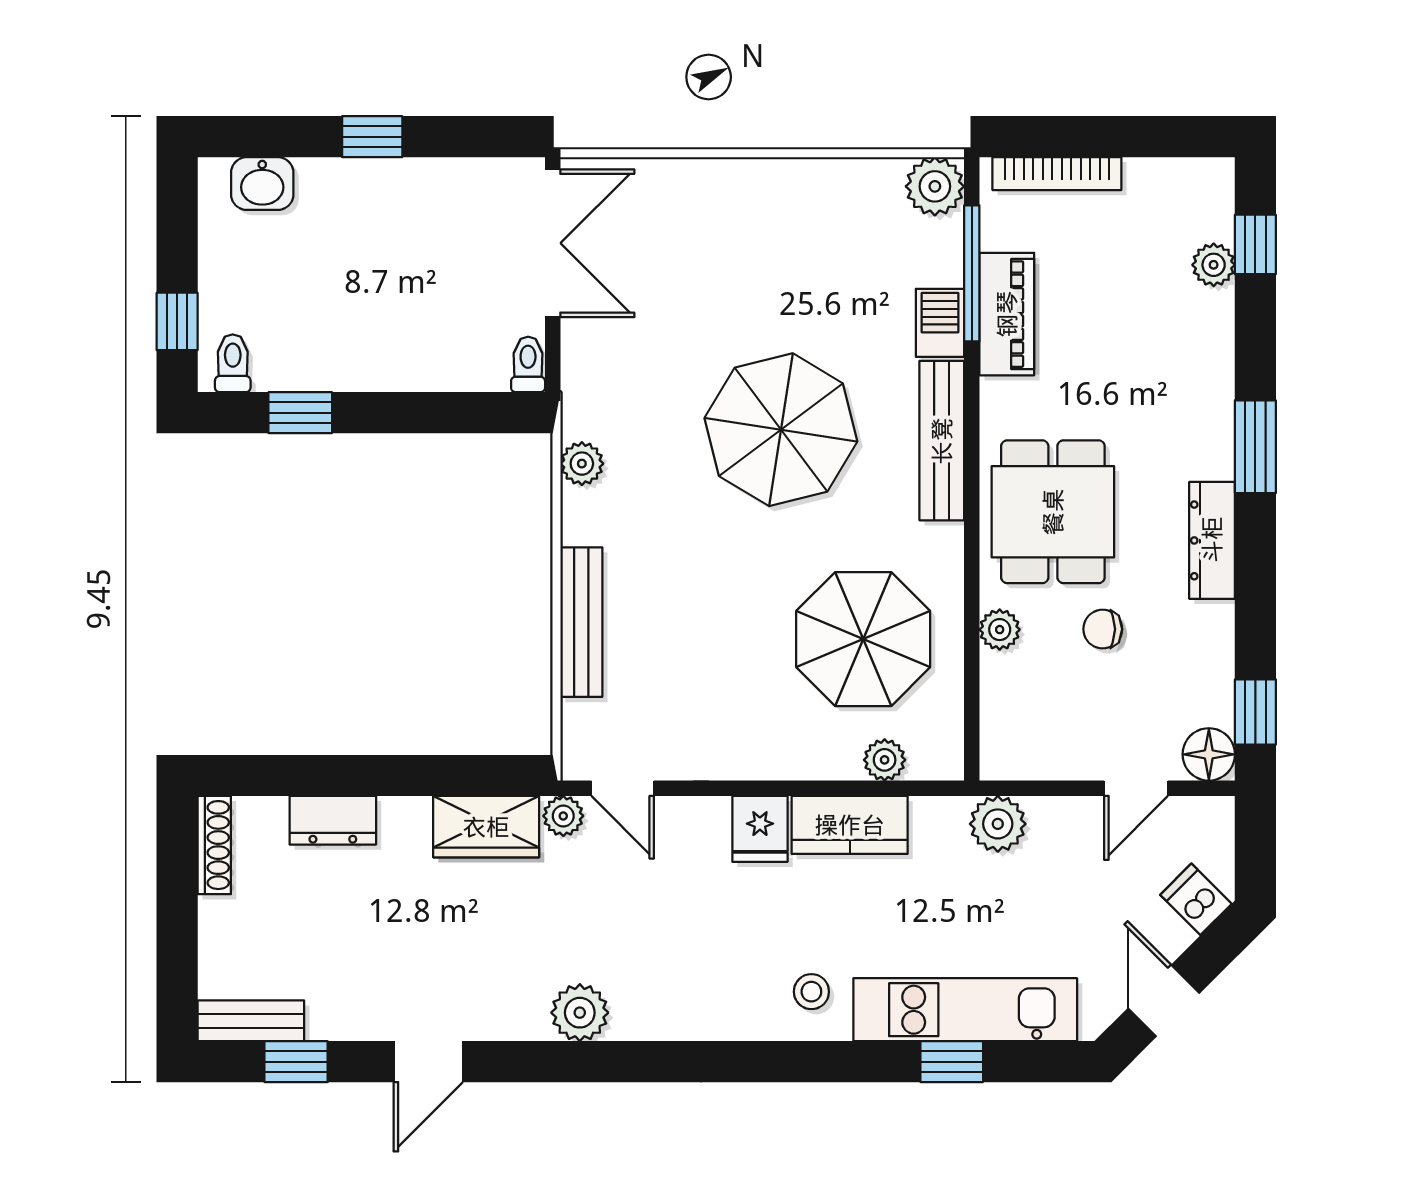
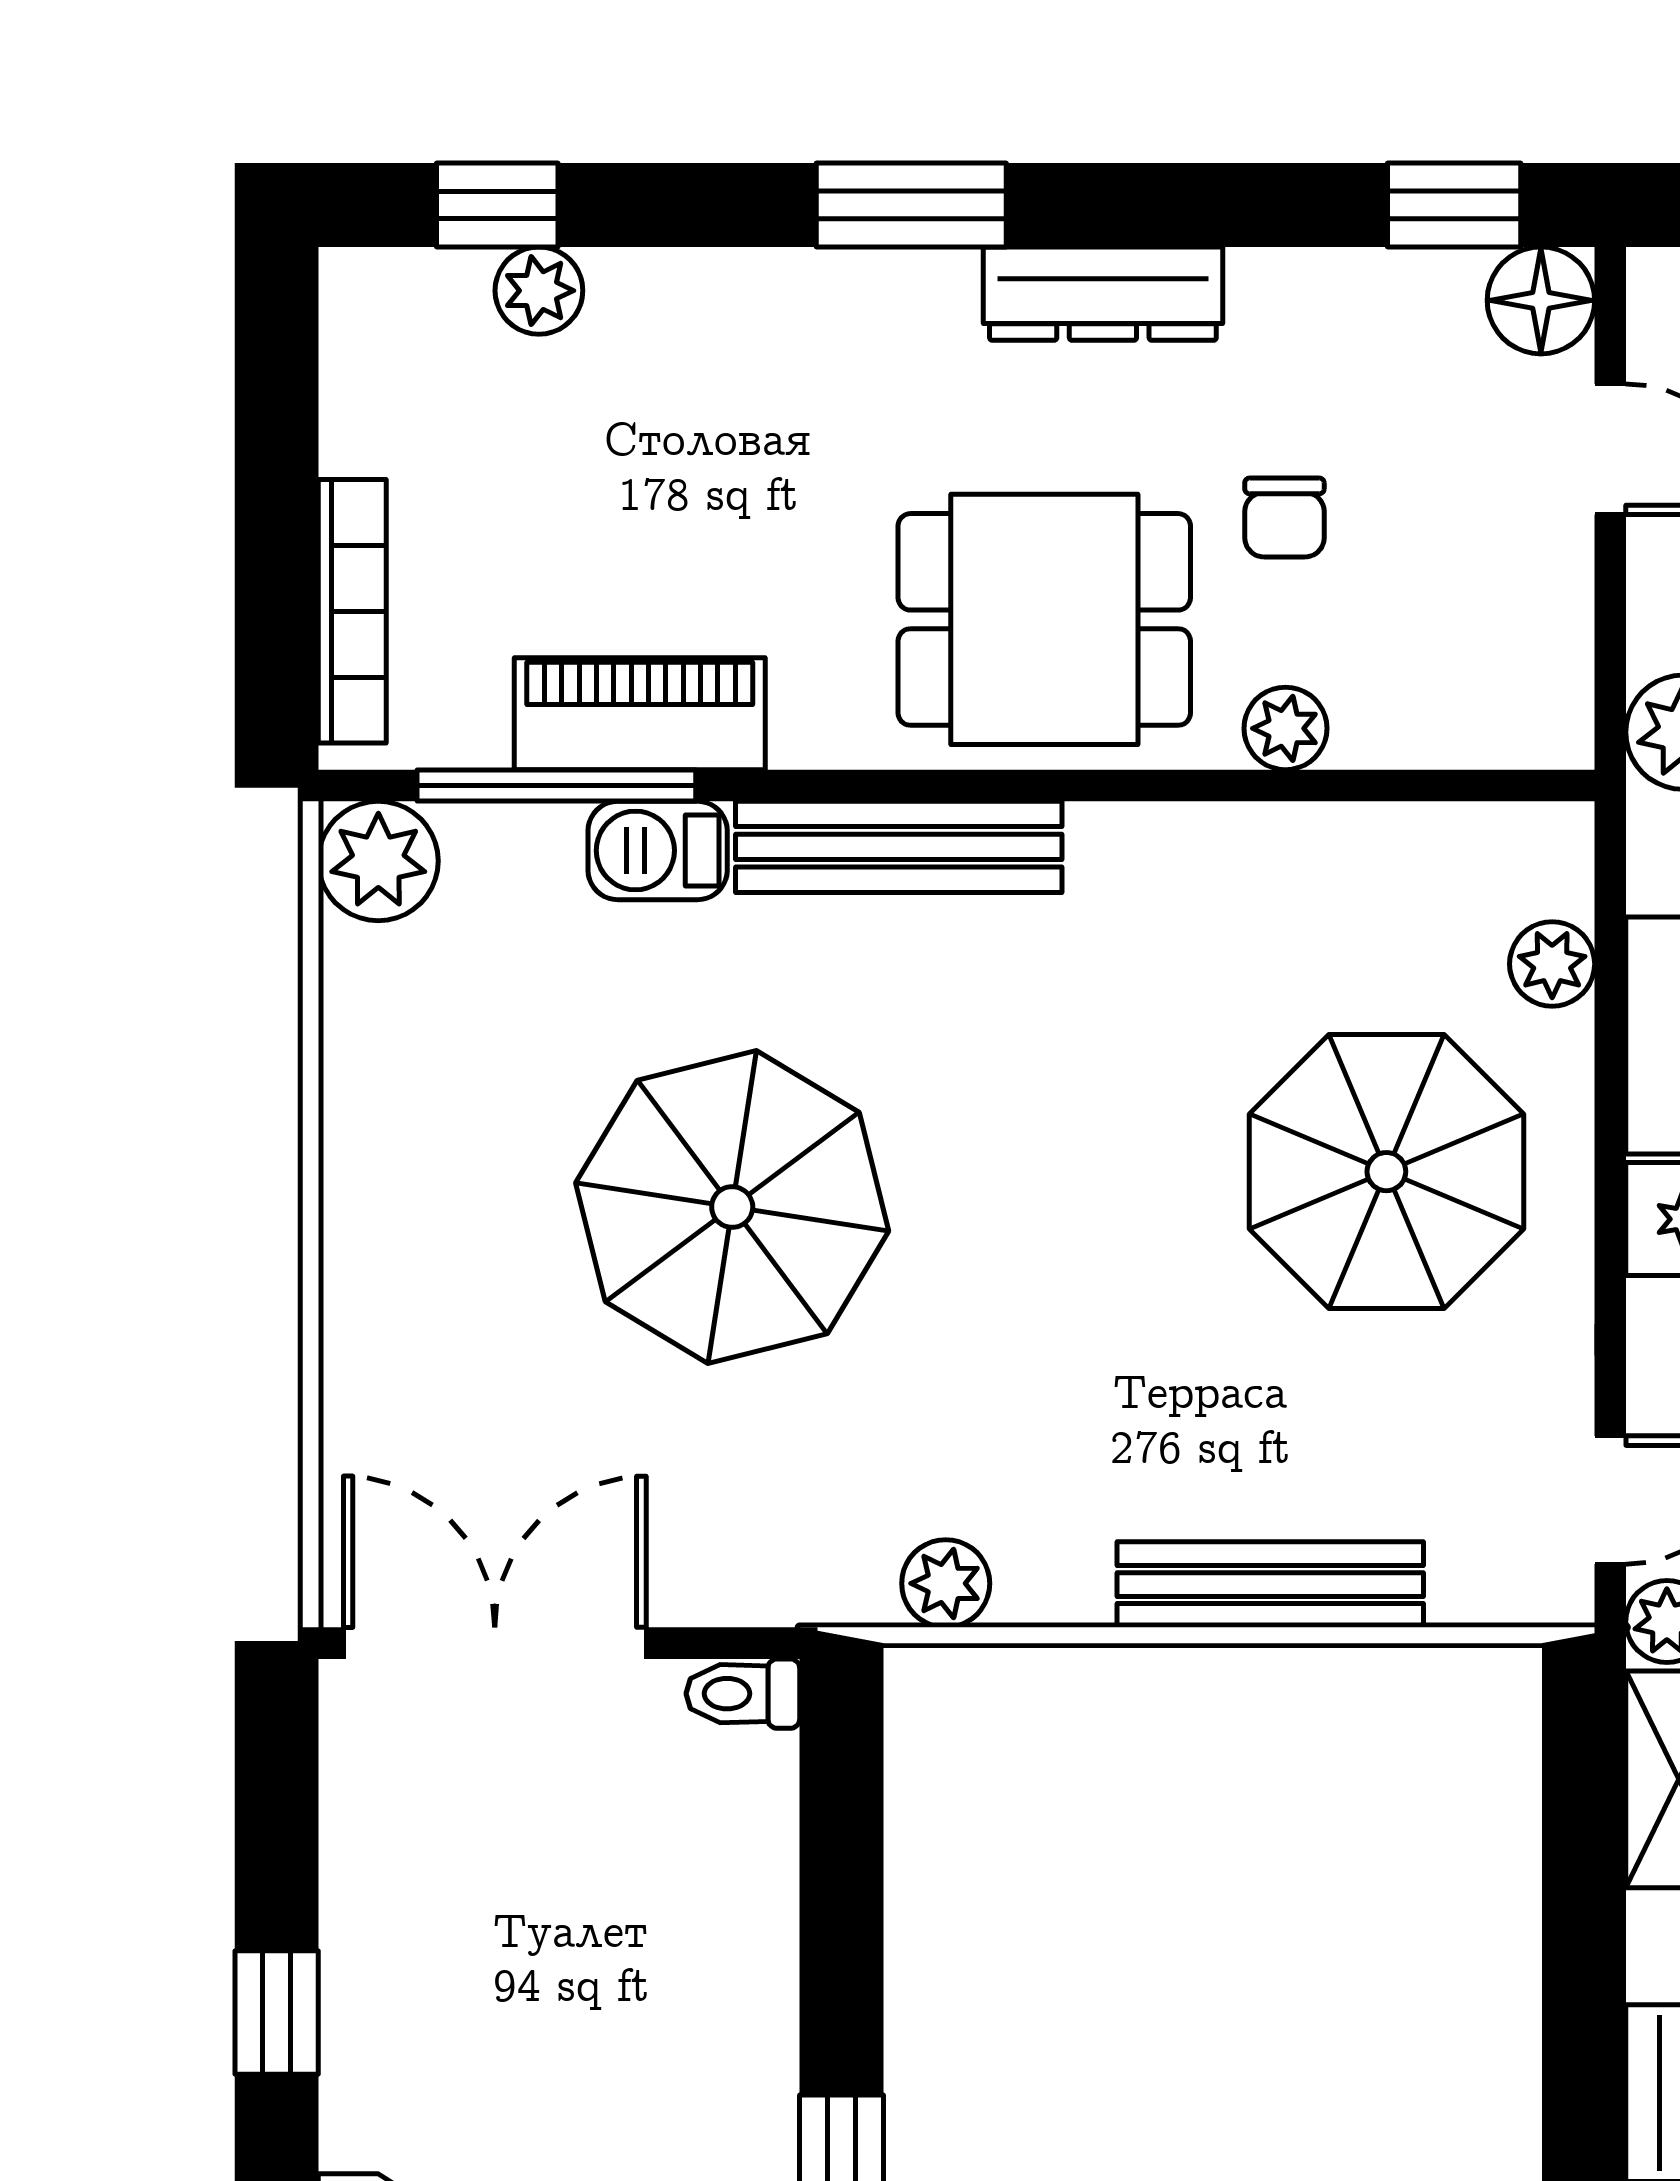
parasol: (781, 430) -> (732, 1207), moved
parasol: (863, 639) -> (1386, 1172), moved

